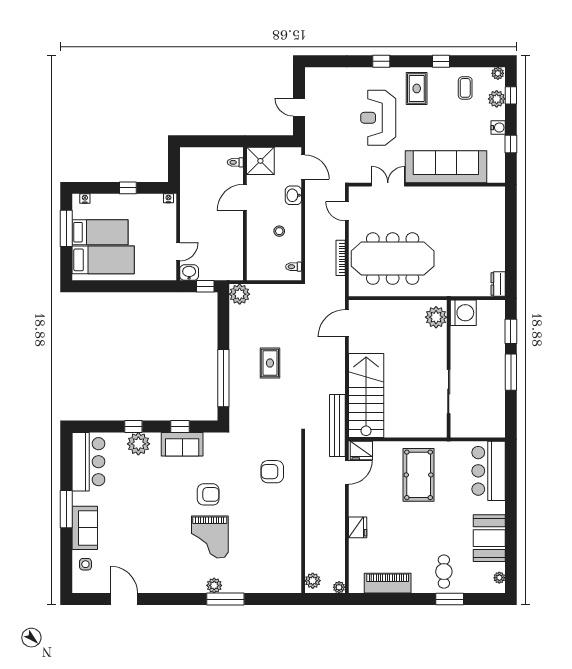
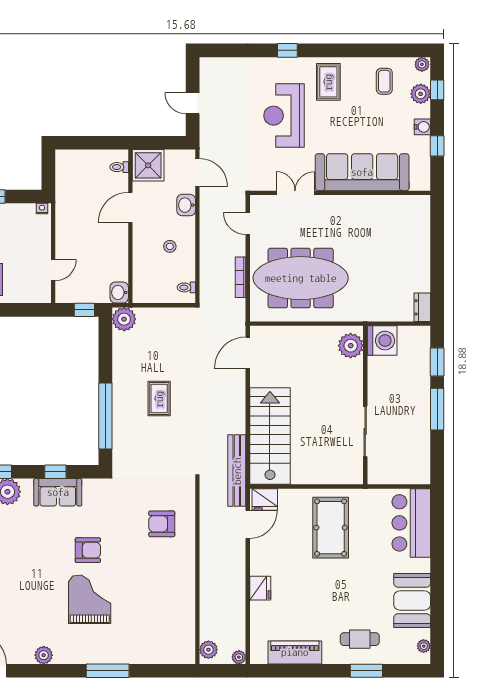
window: (441, 61) -> (356, 50), removed
washbasin: (189, 273) -> (119, 292), moved, turned -90
grand piano: (210, 537) -> (90, 599), turned 180
cafe table: (444, 572) -> (360, 639), turned 90
plant: (214, 585) -> (44, 655), moved

